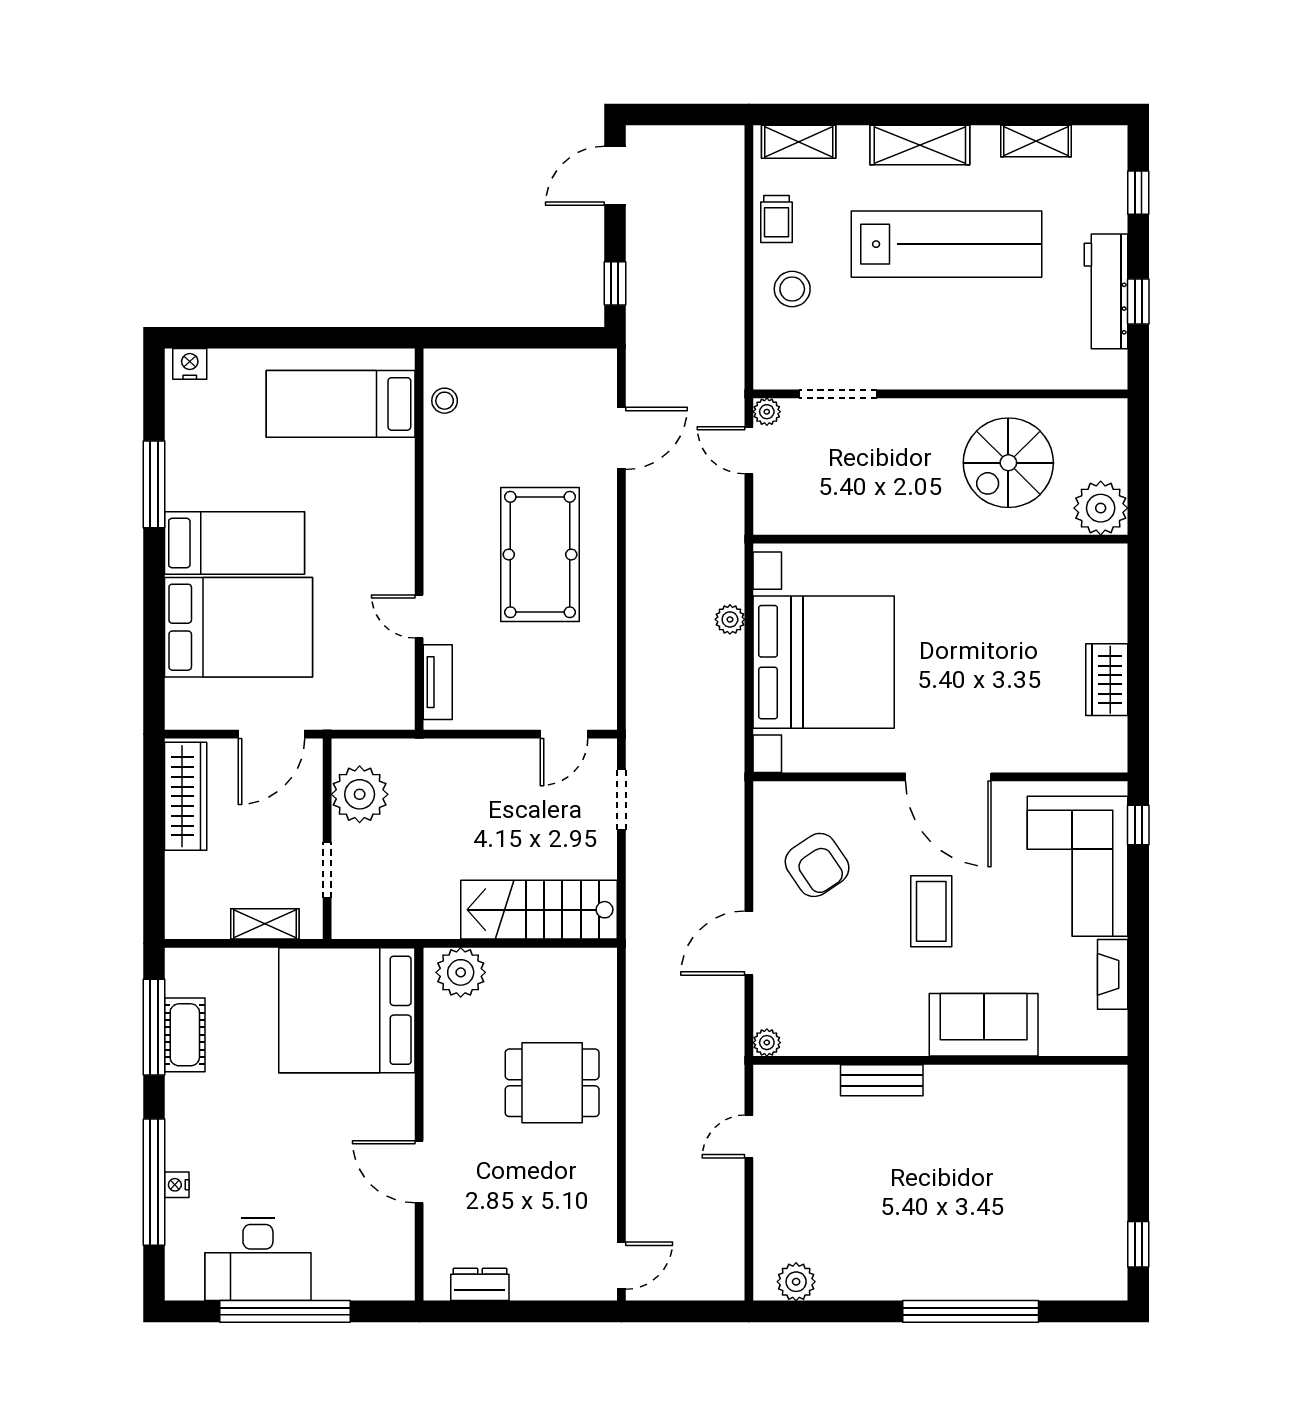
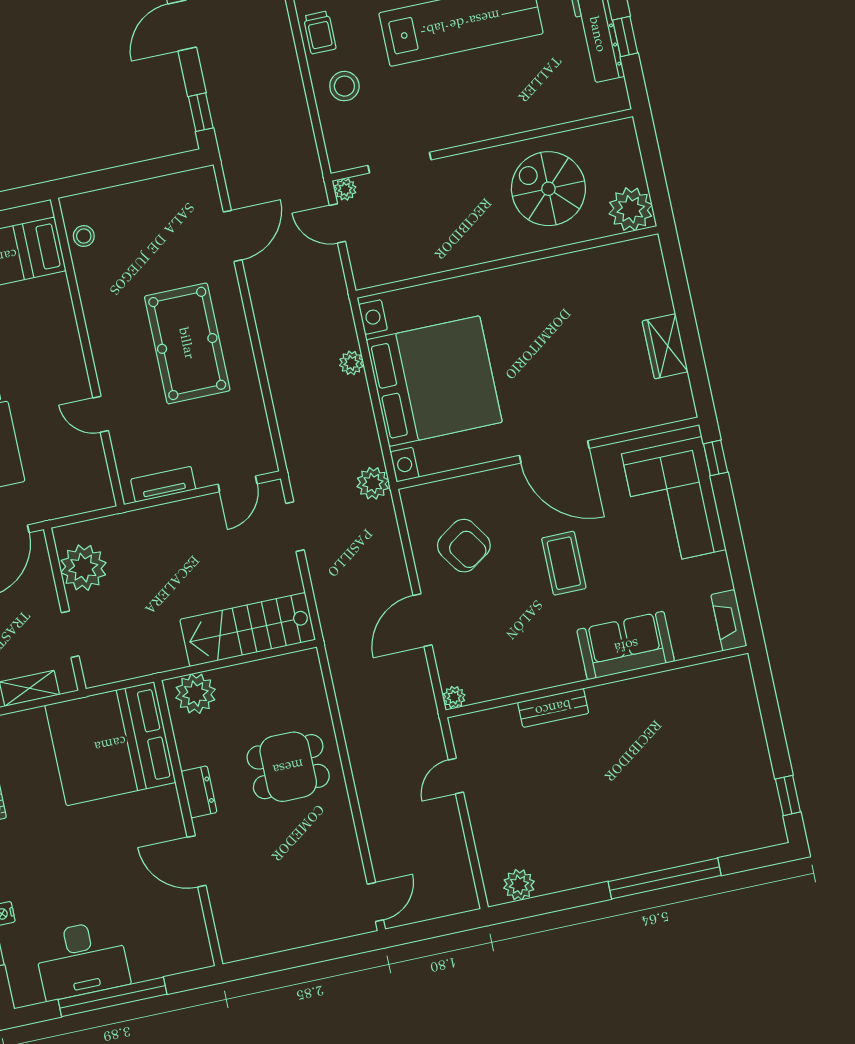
spiral stairs: (1008, 463) -> (548, 189), turned 90
tv unit: (438, 682) -> (163, 484), moved, turned -90
plant: (725, 768) -> (373, 483), added
fireplace: (1113, 974) -> (729, 620), moved
dresser: (480, 1284) -> (199, 792), moved, turned 90

